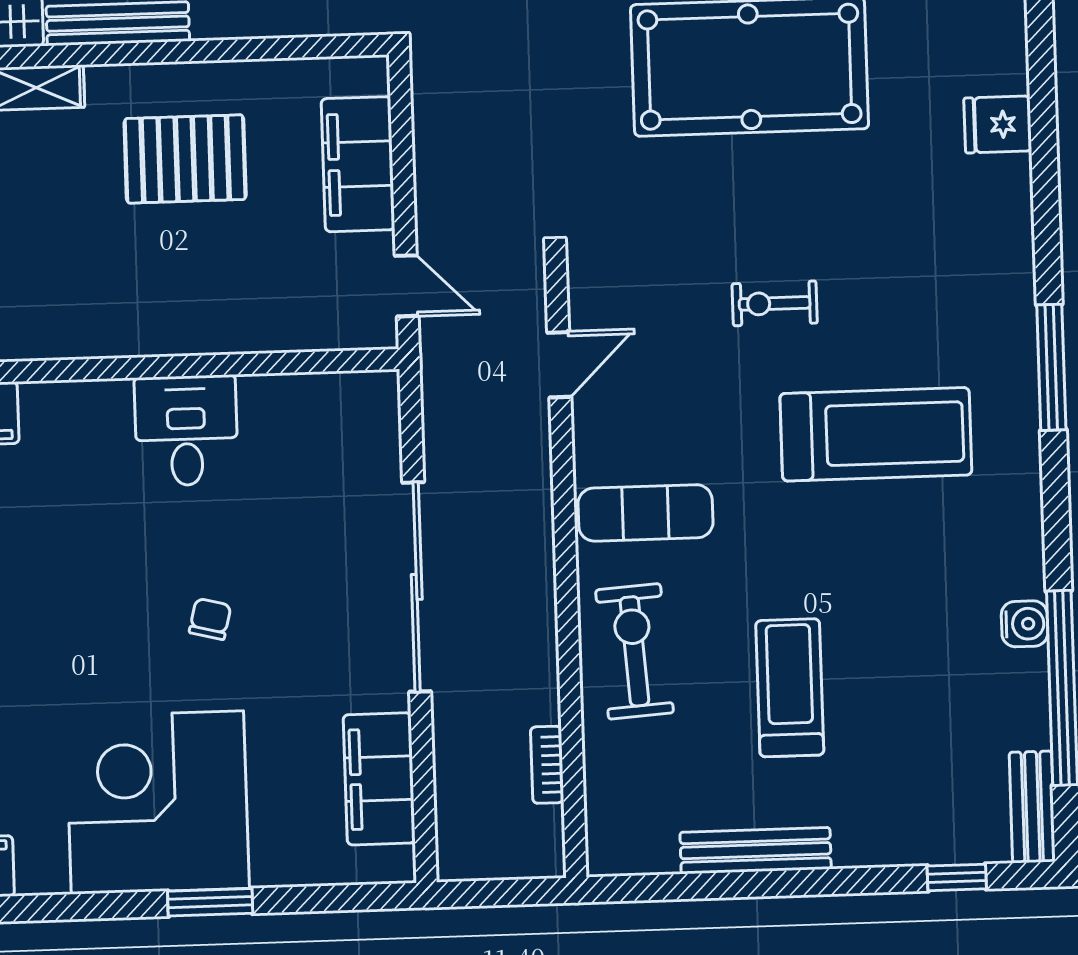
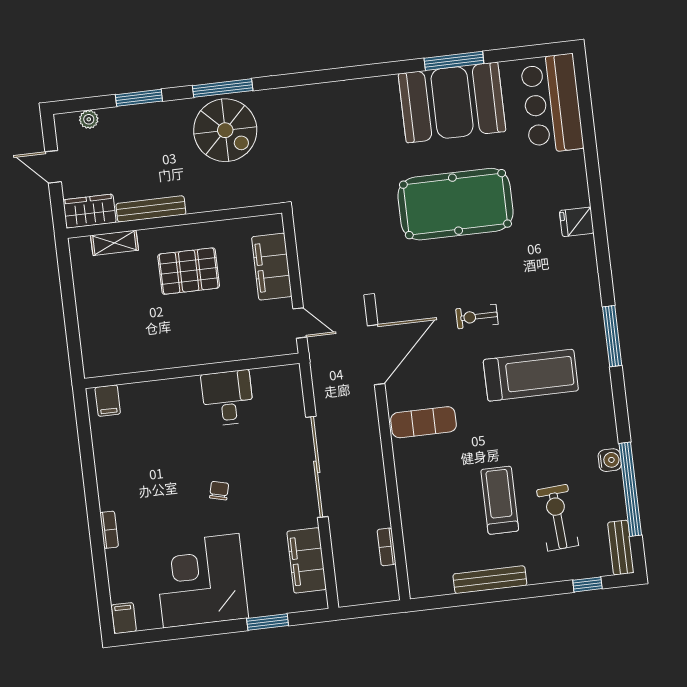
door: (559, 365) -> (376, 355), width x1.88
desk: (186, 431) -> (228, 398), moved
exercise bike: (634, 651) -> (558, 518), moved
window: (210, 902) -> (268, 622), moved

